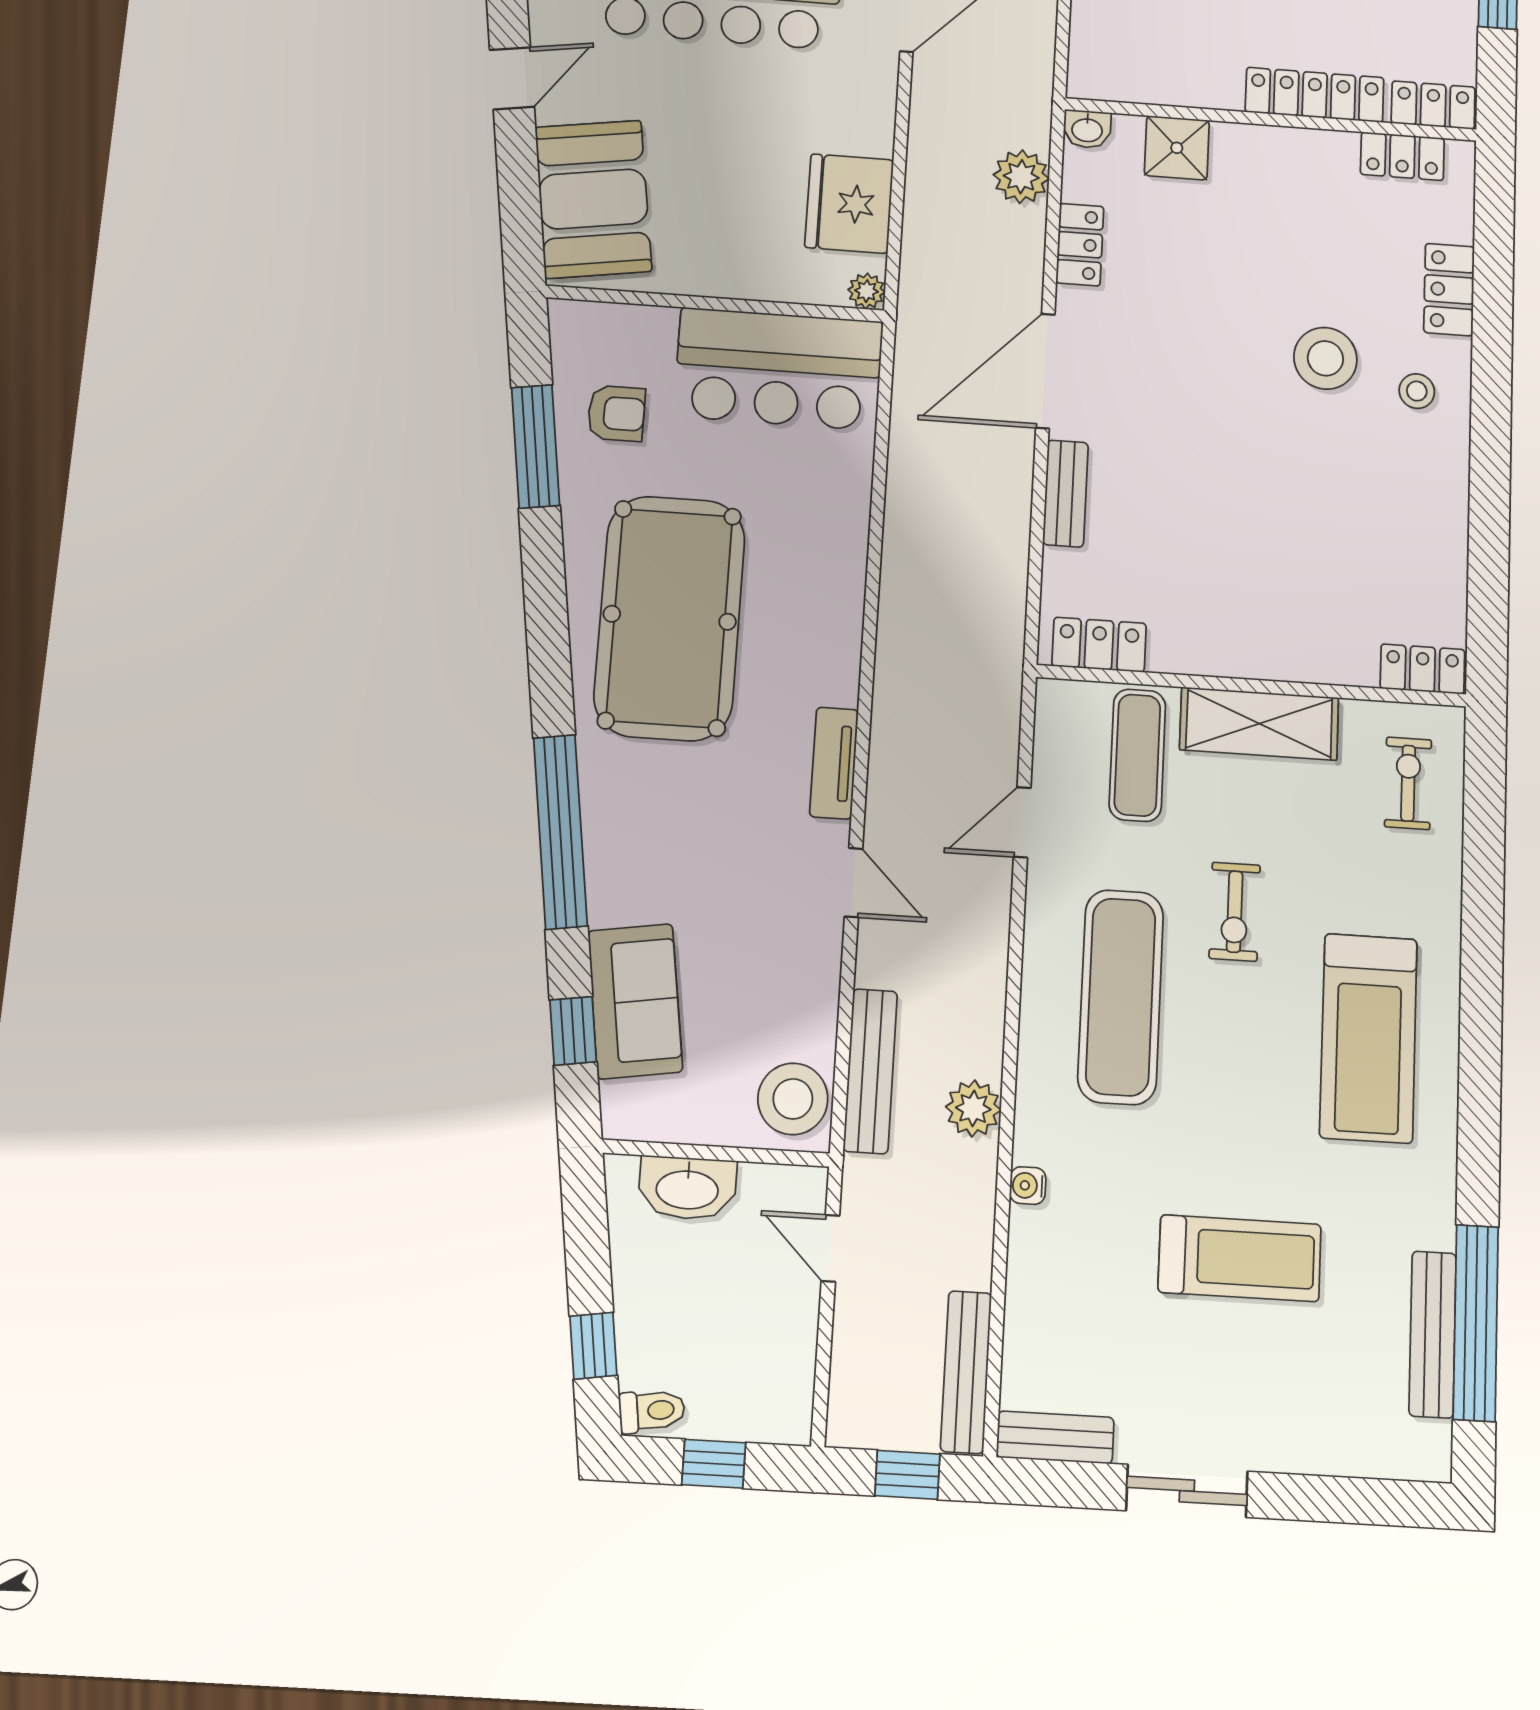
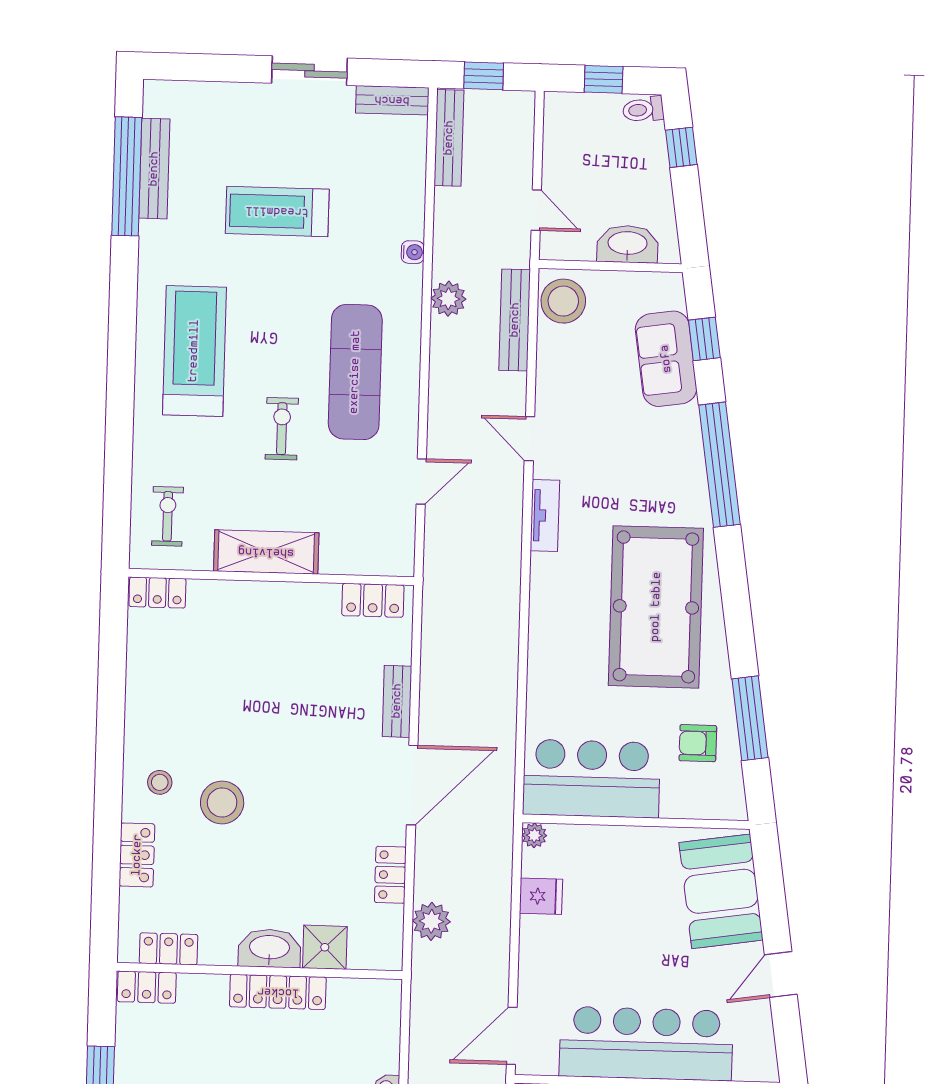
locker: (1315, 95) -> (278, 992), moved
washbasin: (1087, 129) -> (269, 948), moved, width x1.91, depth x1.45
fridge: (849, 204) -> (541, 896), width x0.53, depth x0.75
exercise mat: (1137, 755) -> (347, 528), removed
exercise bike: (1408, 783) -> (168, 516), turned 180

